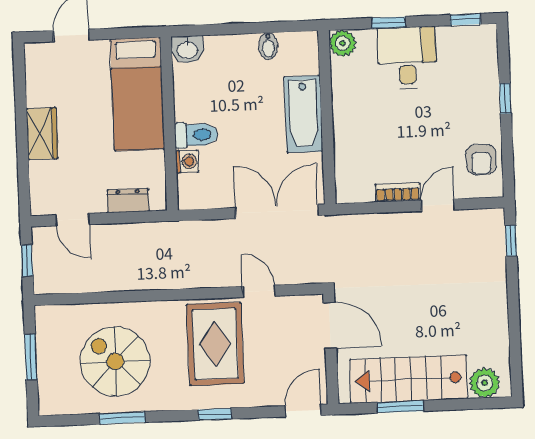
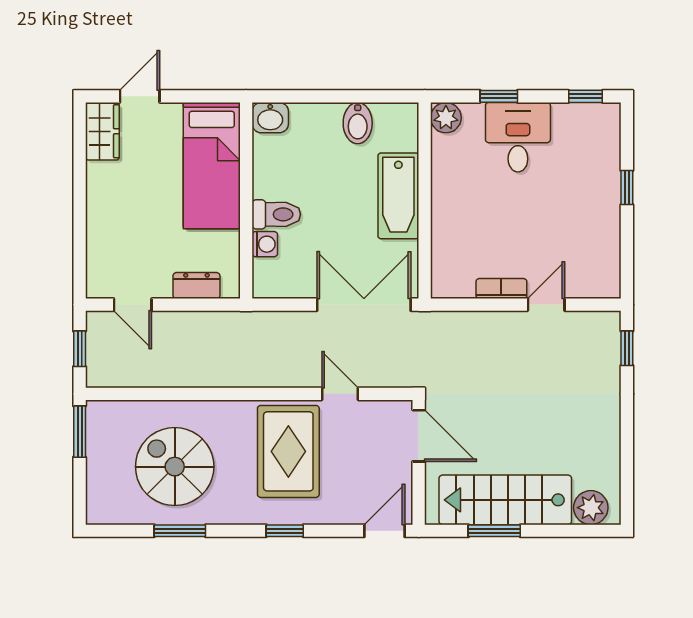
bidet: (268, 46) -> (358, 123), width x1.38, depth x1.36
wardrobe: (42, 134) -> (102, 131), moved
armchair: (481, 159) -> (597, 255), removed
window: (31, 357) -> (80, 432), moved

